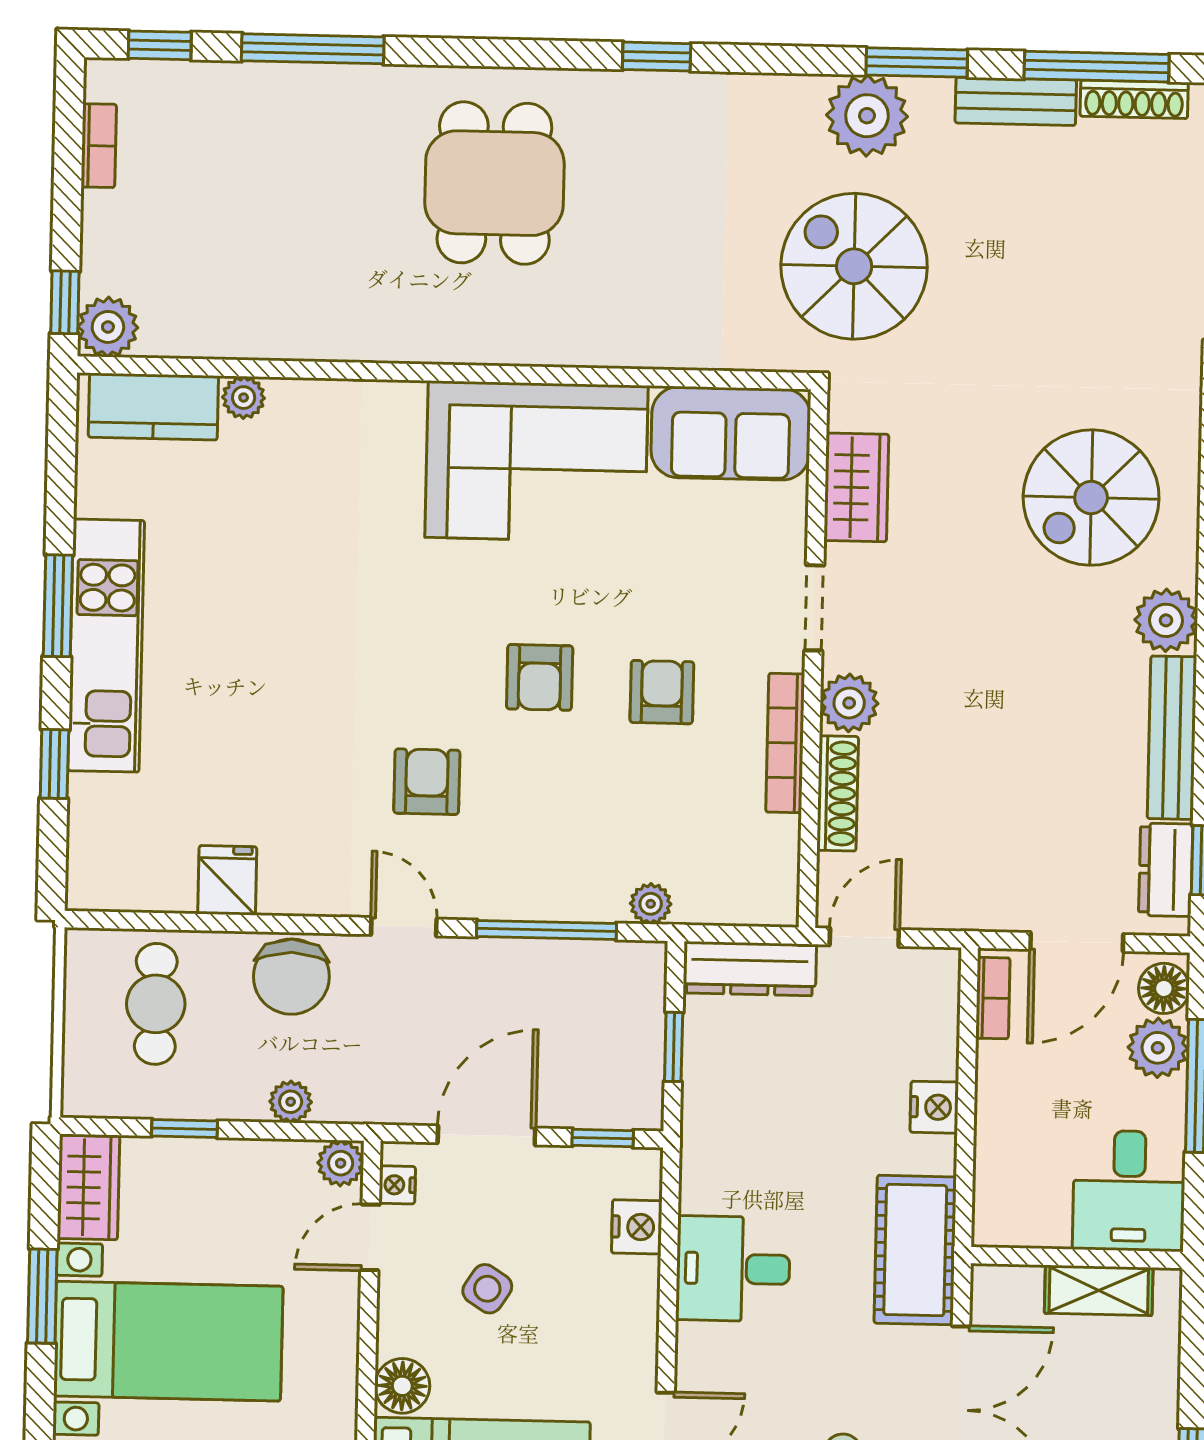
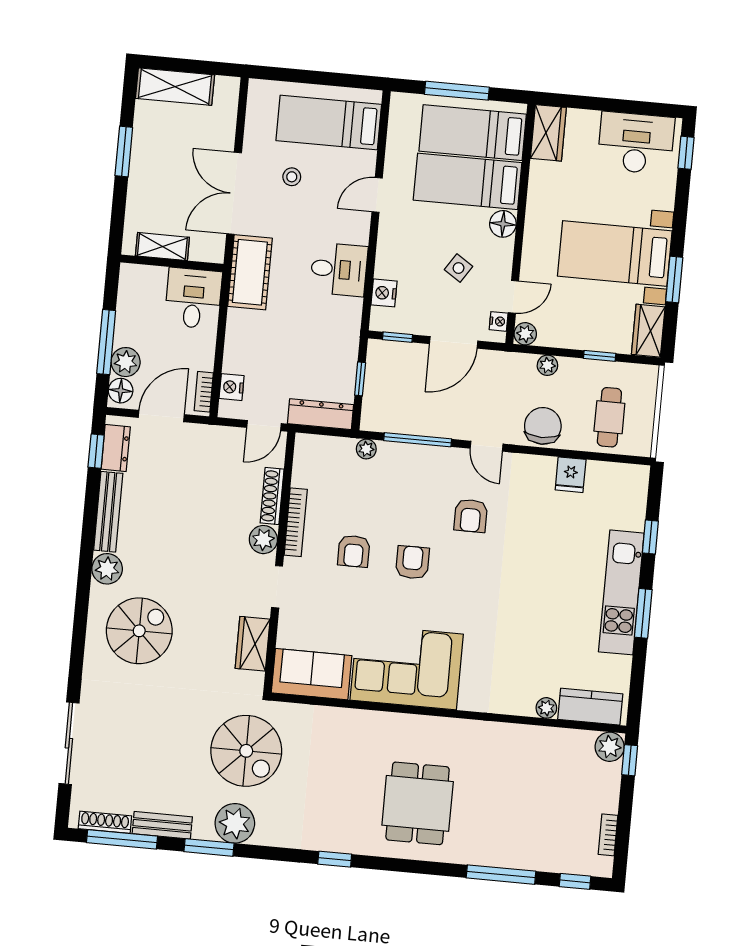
nightstand: (934, 1107) -> (232, 387), moved
desk: (1129, 1191) -> (193, 298), moved

